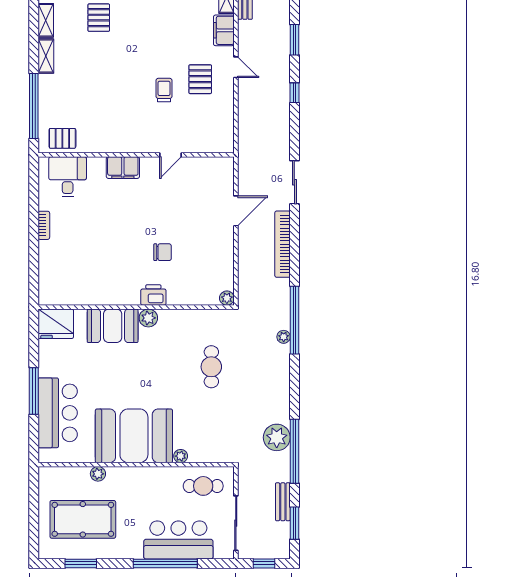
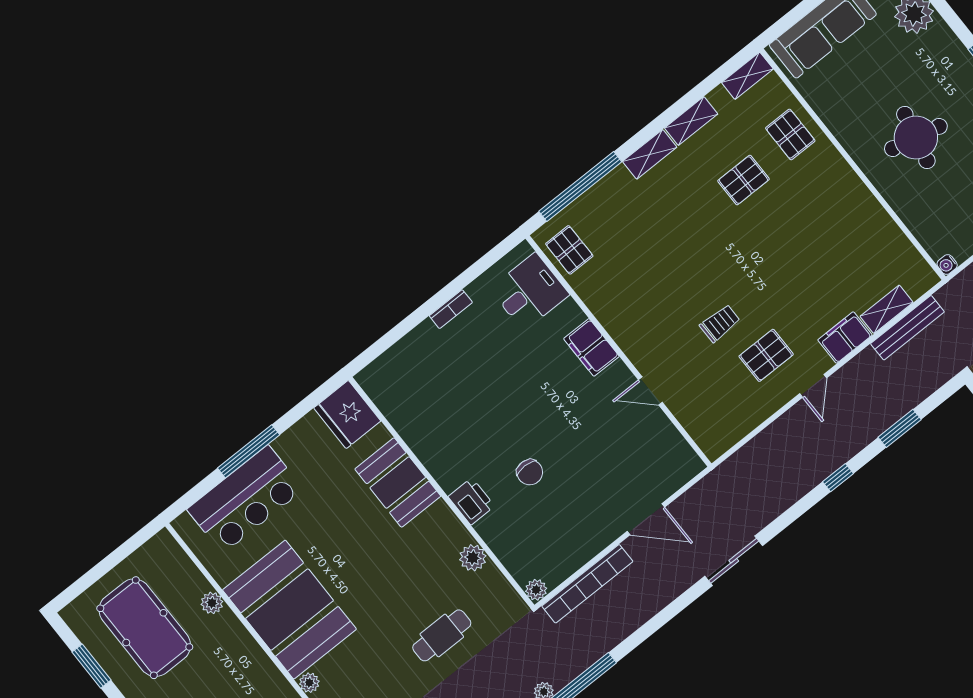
bookcase: (283, 244) -> (587, 584), moved, turned 180
plant: (148, 318) -> (473, 558), moved

